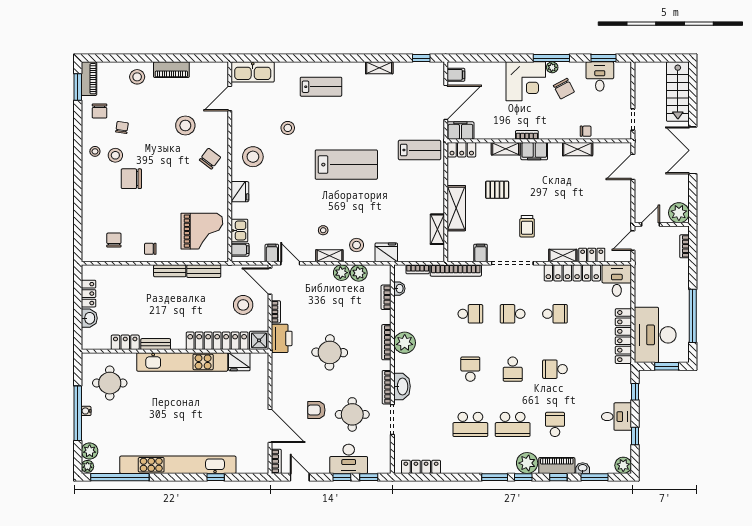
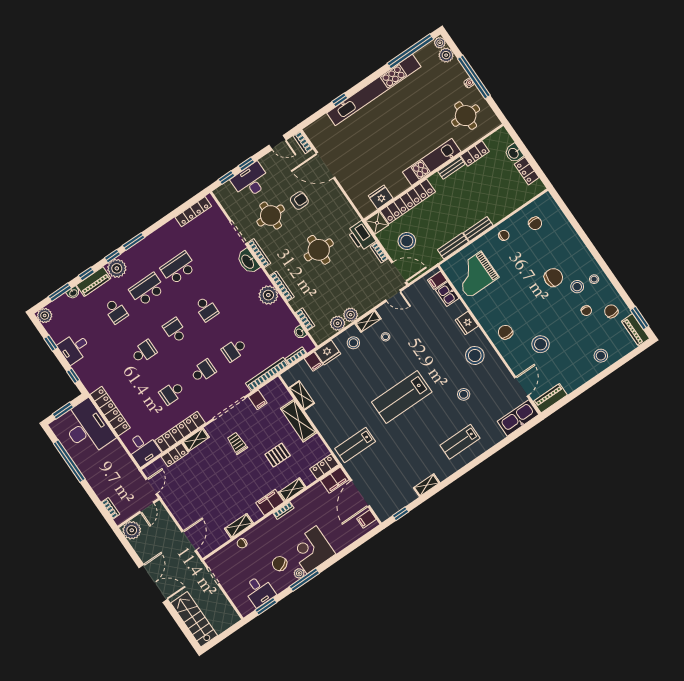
piano: (171, 70) -> (550, 398), moved
chair: (210, 159) -> (505, 332), turned 143
filing cabinet: (272, 253) -> (313, 362), moved
kitchen unit: (182, 362) -> (432, 162), width x0.73

